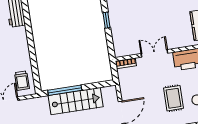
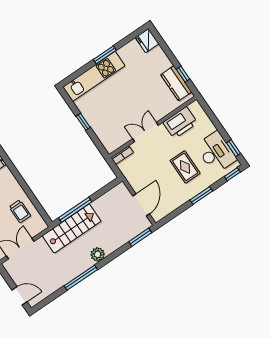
trolley: (22, 81) -> (20, 211), moved
stairs: (76, 101) -> (72, 228), moved

